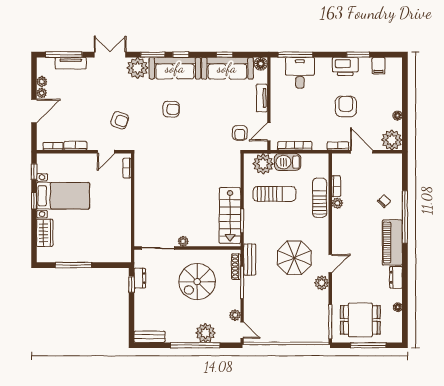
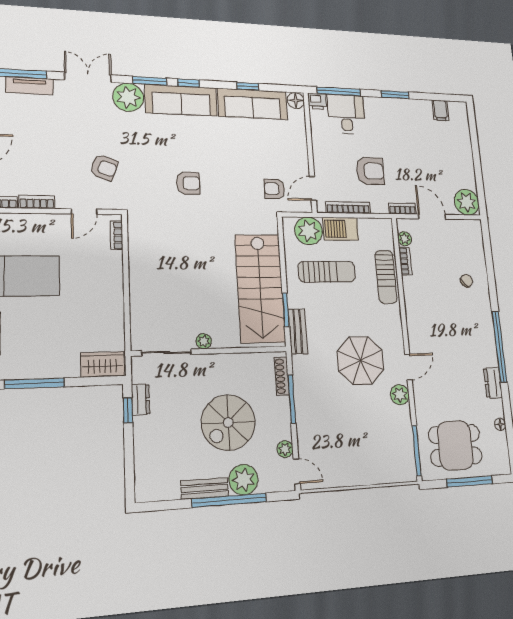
window: (358, 55) -> (395, 95), moved
printer: (345, 66) -> (317, 101), moved, width x0.53, depth x0.68
tv unit: (262, 98) -> (300, 144), removed
armchair: (346, 106) -> (370, 171), moved, turned 90
armchair: (171, 109) -> (188, 183), moved
floor lamp: (398, 116) -> (470, 172), removed
armchair: (240, 133) -> (274, 189), turned 90
sun lounger: (320, 198) -> (386, 277), turned 180
plant: (337, 203) -> (405, 239), moved
stairs: (230, 215) -> (260, 288), width x1.36, depth x1.51
window: (405, 217) -> (499, 347), moved
piano: (392, 242) -> (483, 335), removed
wardrobe: (116, 255) -> (102, 364), added
bench: (250, 260) -> (298, 331), moved
spiral stairs: (197, 282) -> (228, 422), moved
bench: (150, 337) -> (205, 488), moved

